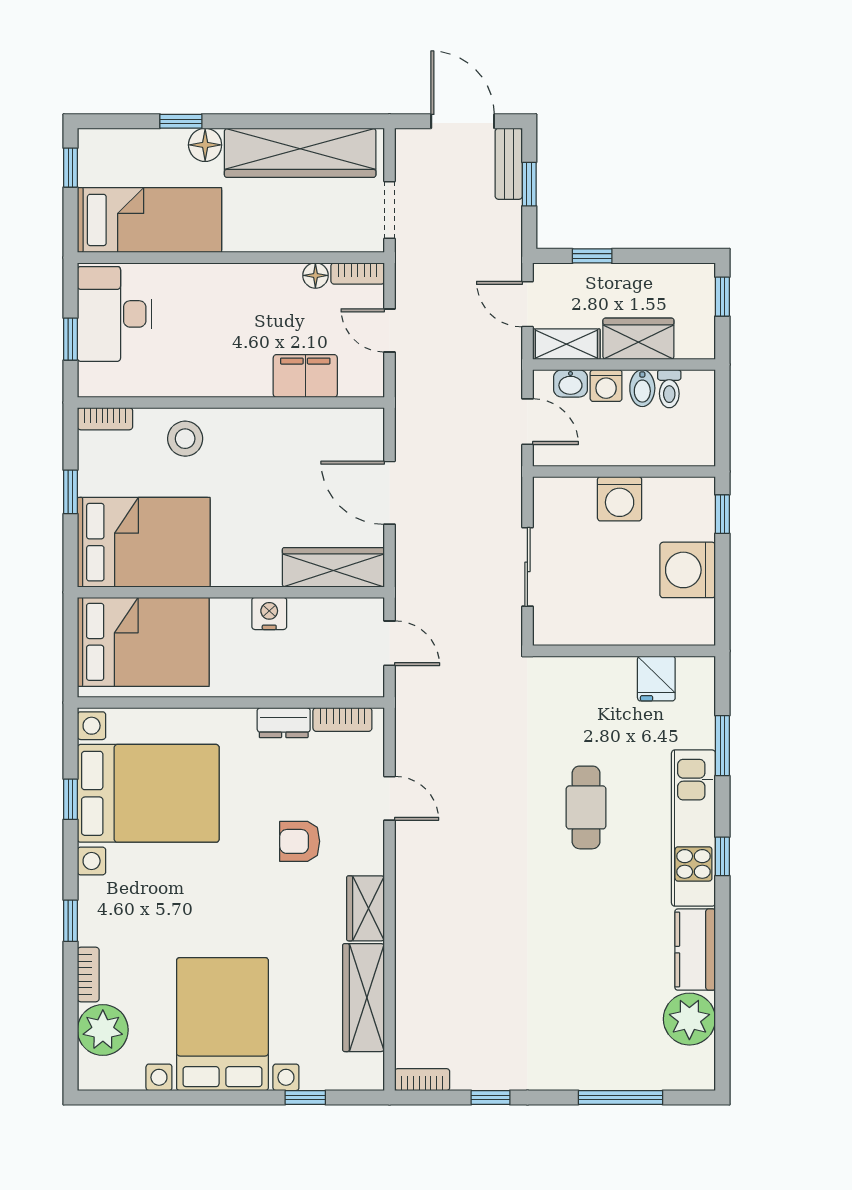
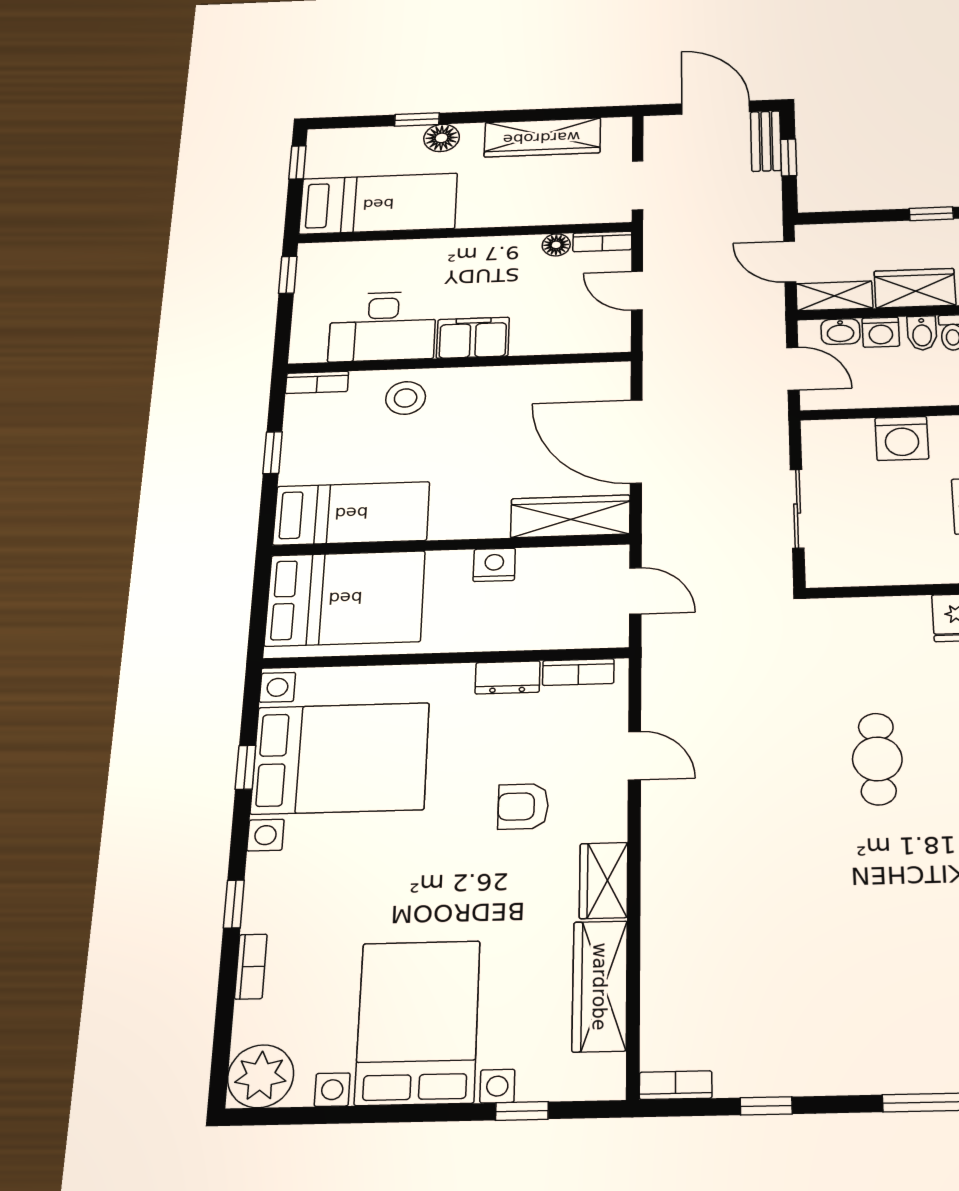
wardrobe: (300, 153) -> (542, 138), width x0.71, depth x0.85
window: (592, 256) -> (931, 214), moved
desk: (115, 314) -> (383, 326), moved, turned -90
window: (70, 339) -> (288, 275), moved
filing cabinet: (305, 376) -> (473, 338), moved
door: (390, 493) -> (636, 441), width x1.36
bed: (144, 542) -> (351, 513), width x0.67
plant: (103, 1030) -> (261, 1076), moved

